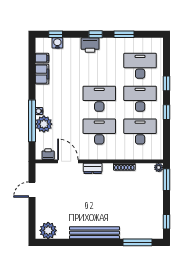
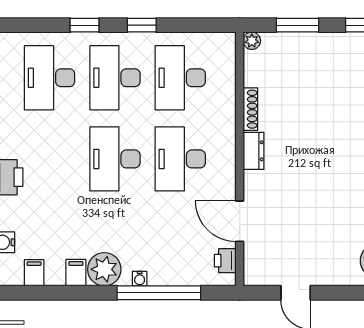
filing cabinet: (42, 74) -> (76, 273), width x0.50
plant: (44, 124) -> (104, 269), moved
door: (68, 161) -> (240, 221), hinge flipped
dresser: (93, 168) -> (253, 151), moved
window: (167, 180) -> (298, 25), moved

